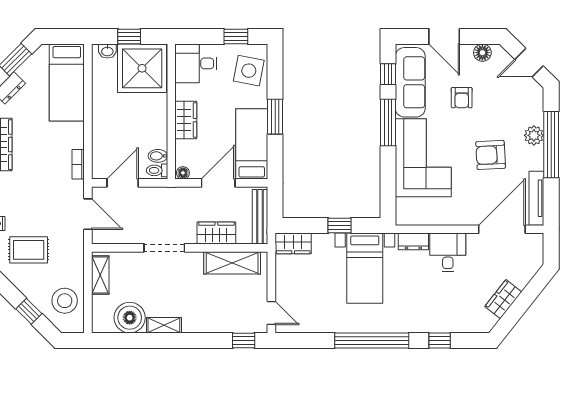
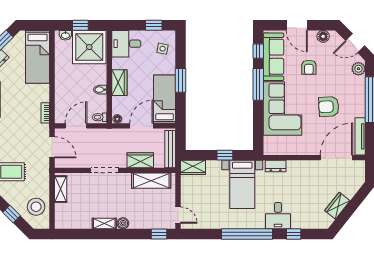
side table: (249, 71) -> (163, 49), width x0.54, depth x0.54
plant: (534, 135) -> (358, 69), moved
bidet: (158, 156) -> (100, 90), moved
desk: (448, 252) -> (278, 216), moved, turned 180
boiler: (130, 318) -> (123, 223), moved, width x0.54, depth x0.54

